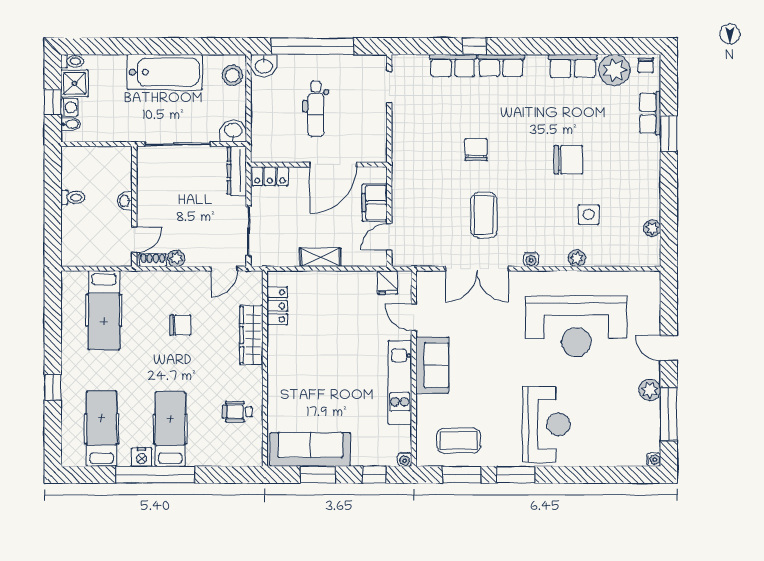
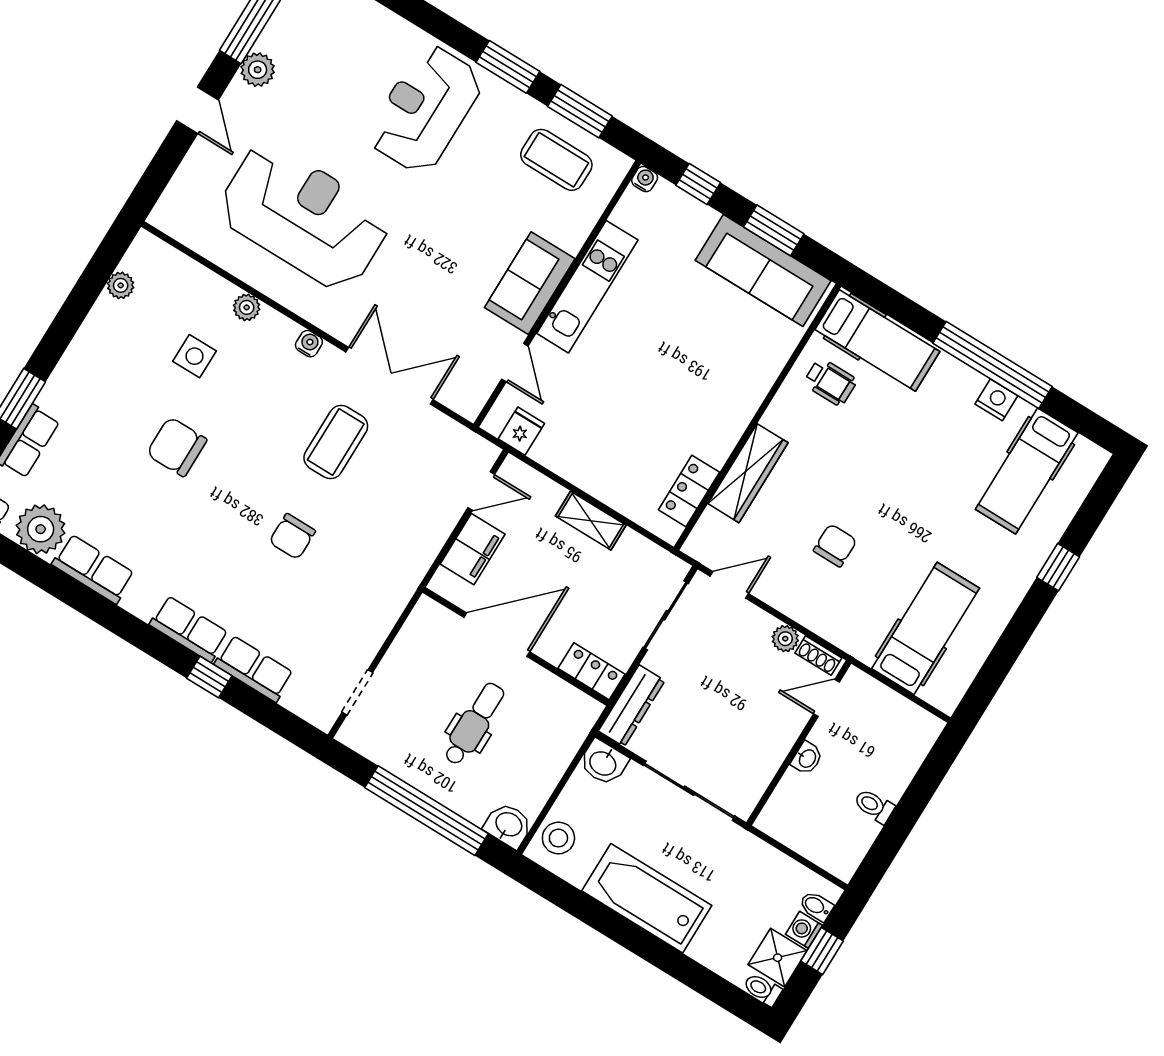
chair: (180, 325) -> (835, 545), turned 90
hospital bed: (170, 429) -> (877, 340), moved, turned -90

